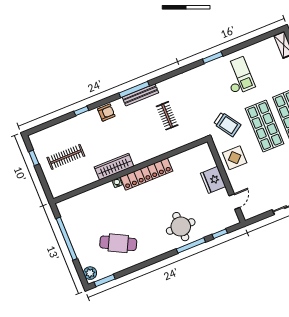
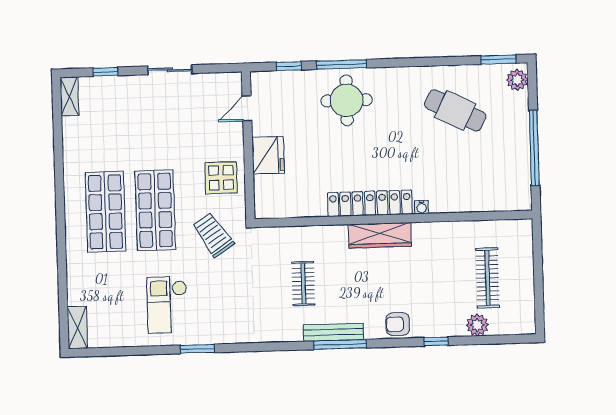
plant: (62, 128) -> (477, 325), added
clothes rail: (66, 157) -> (487, 278), turned 90
window: (34, 158) -> (539, 295), removed
wardrobe: (114, 167) -> (380, 235), moved

